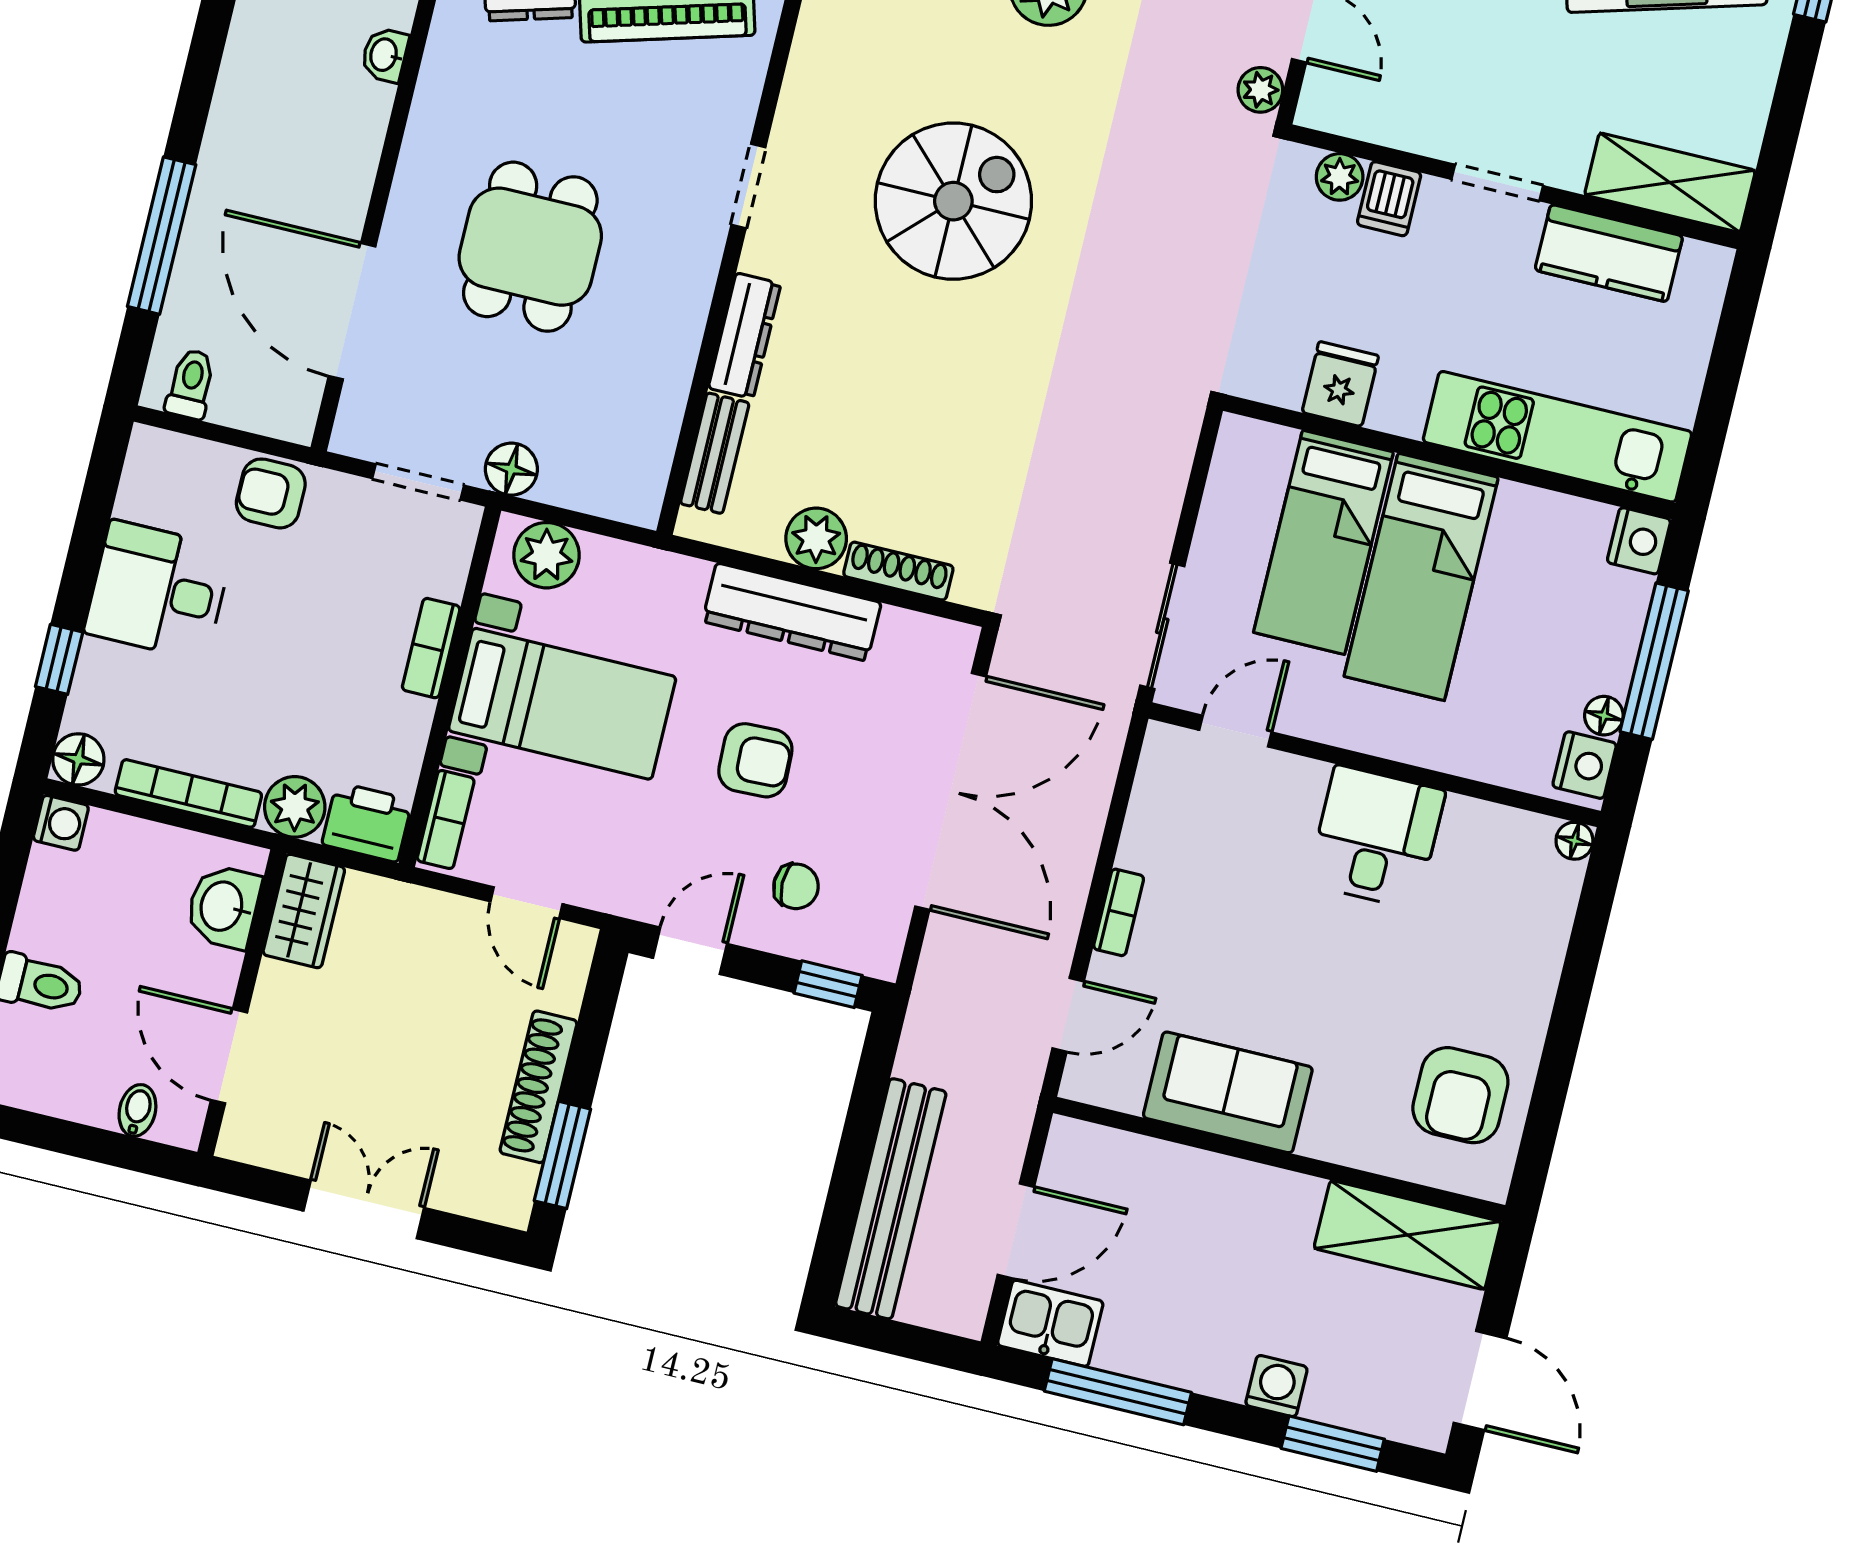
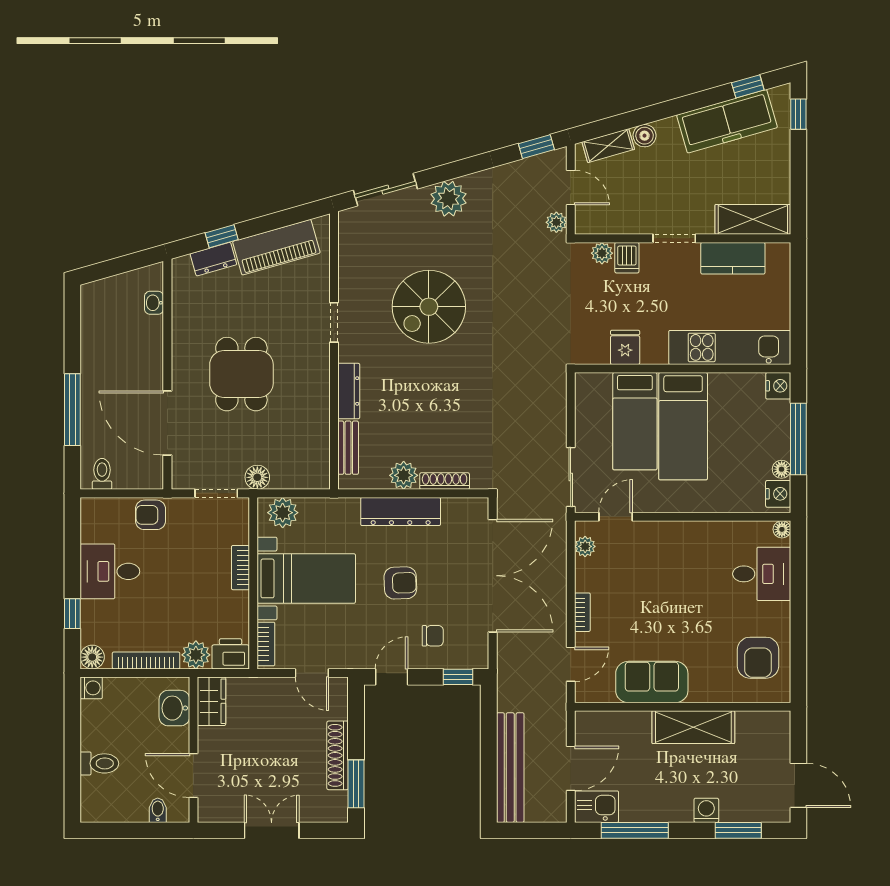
spiral stairs: (953, 201) -> (429, 307), turned 180
plant: (1157, 777) -> (585, 546), added
desk: (1376, 837) -> (762, 574), moved, turned 90
shelving: (1407, 1235) -> (693, 727), moved

